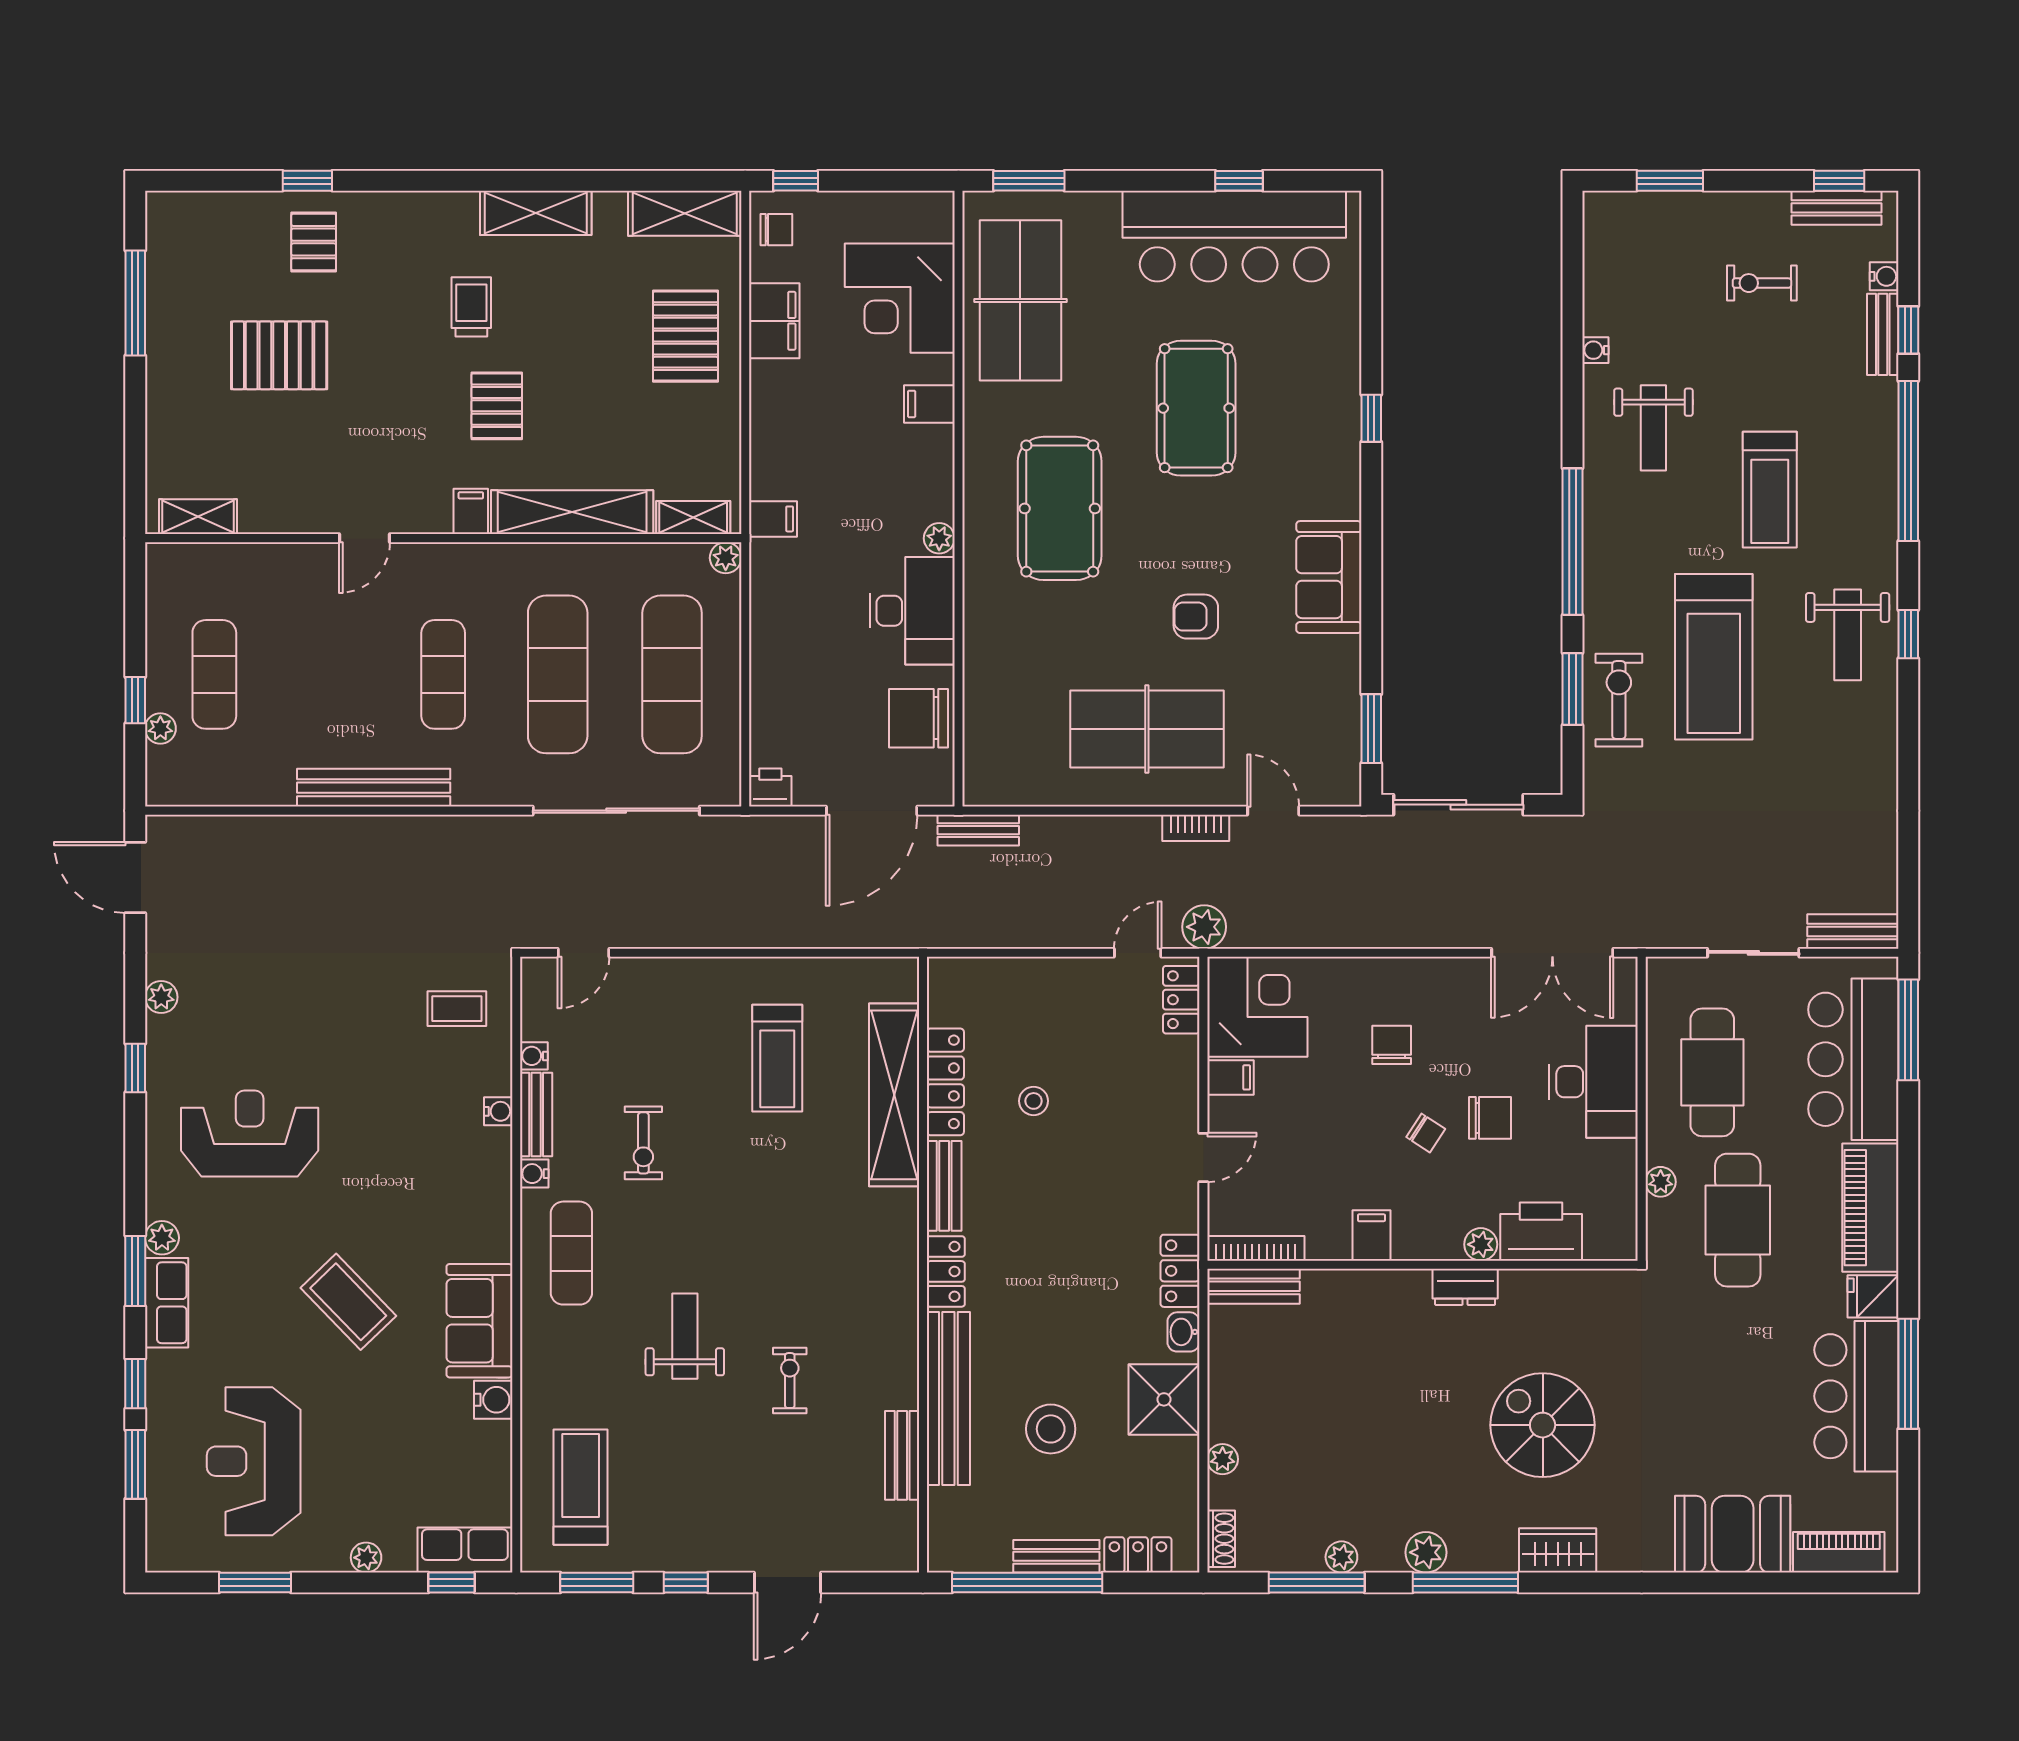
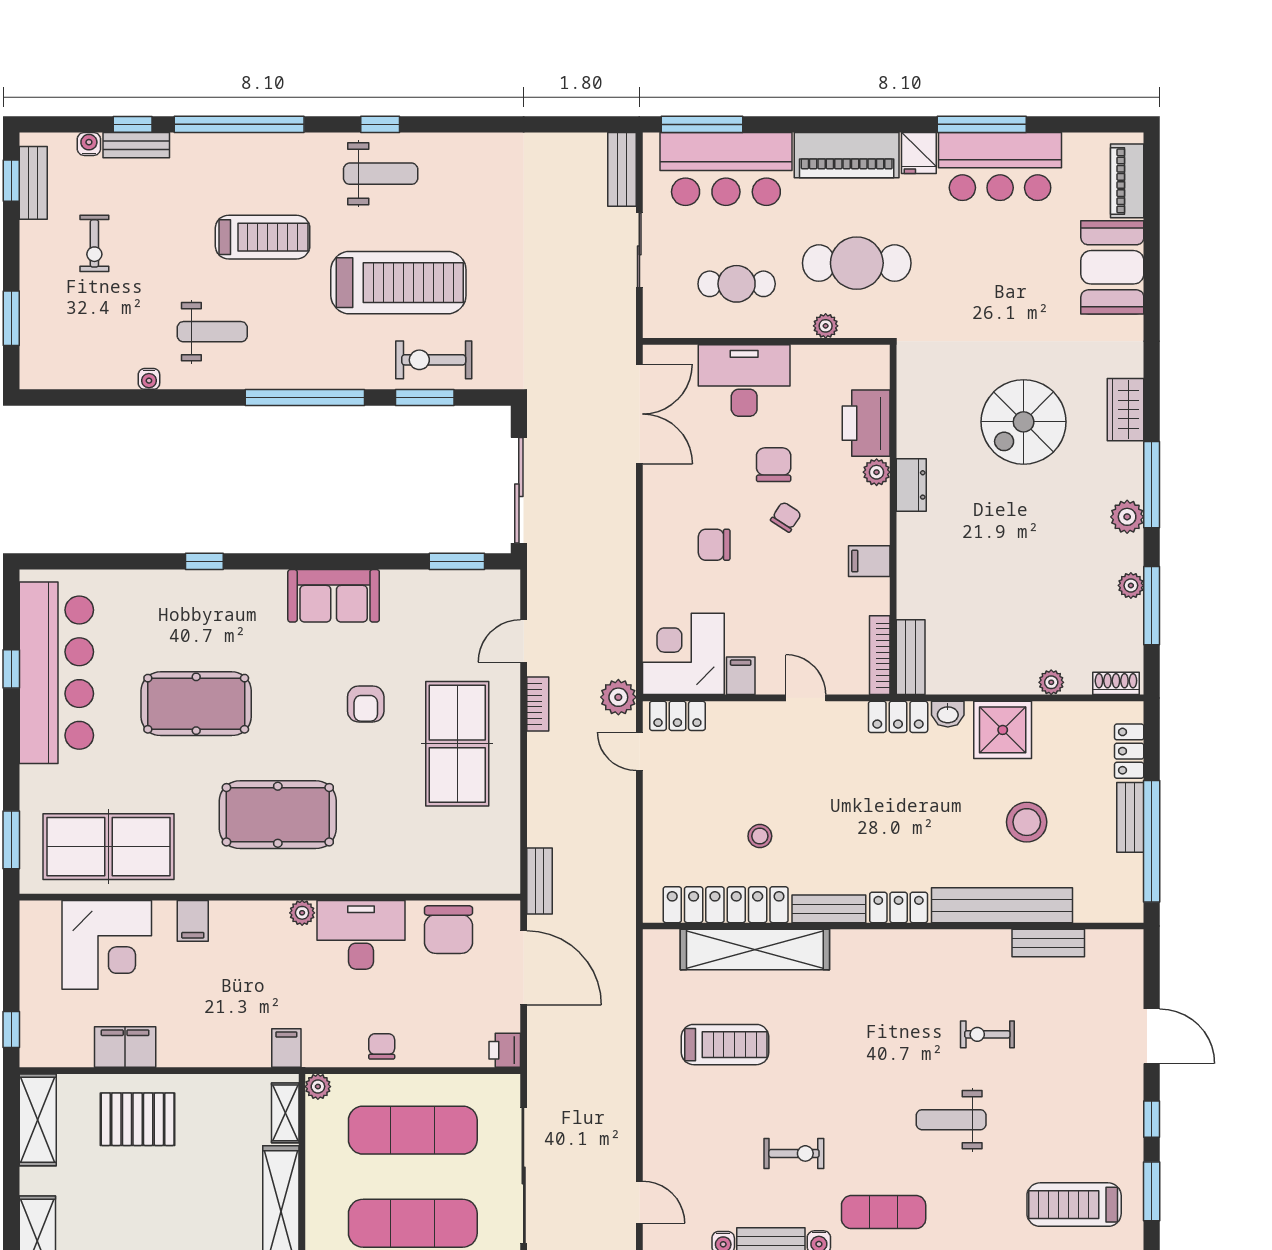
chair: (776, 230) -> (382, 1046), moved
cafe table: (1712, 1072) -> (737, 284), width x0.73, depth x0.74
locker: (945, 1082) -> (726, 905), width x1.41, depth x1.21

